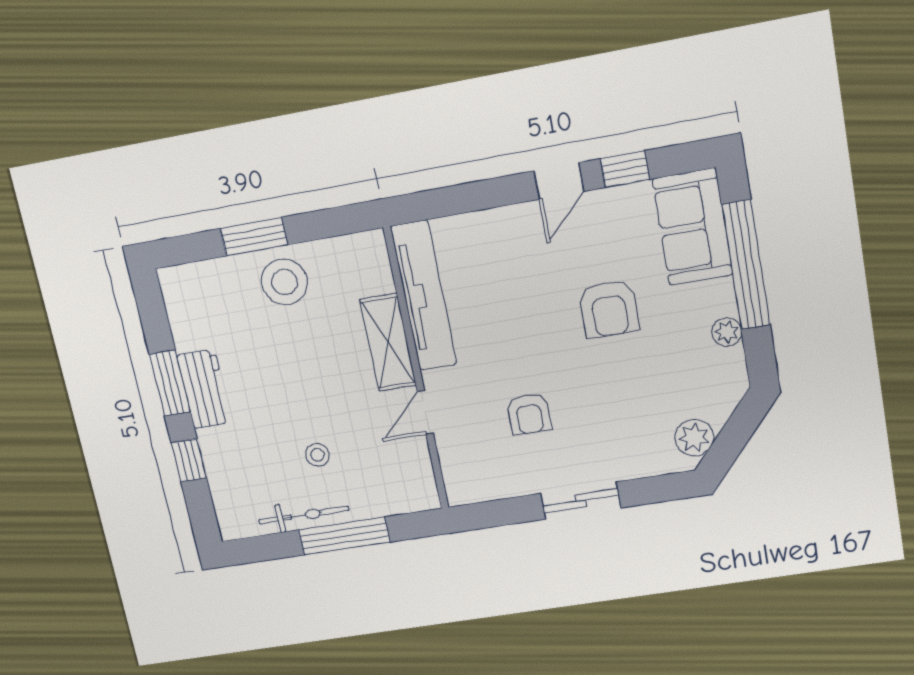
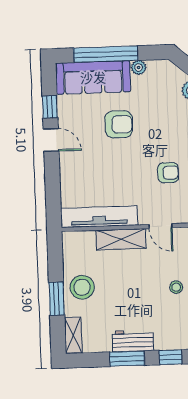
sofa: (693, 227) -> (93, 77), width x1.36
shelving: (192, 278) -> (73, 335), added

